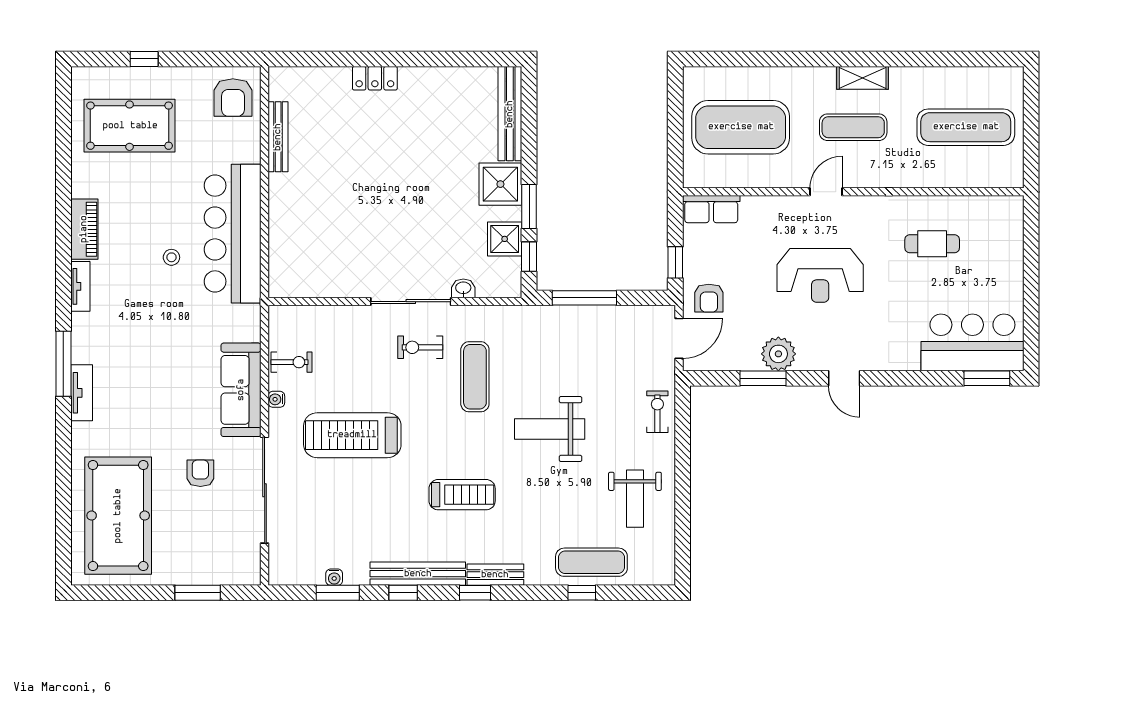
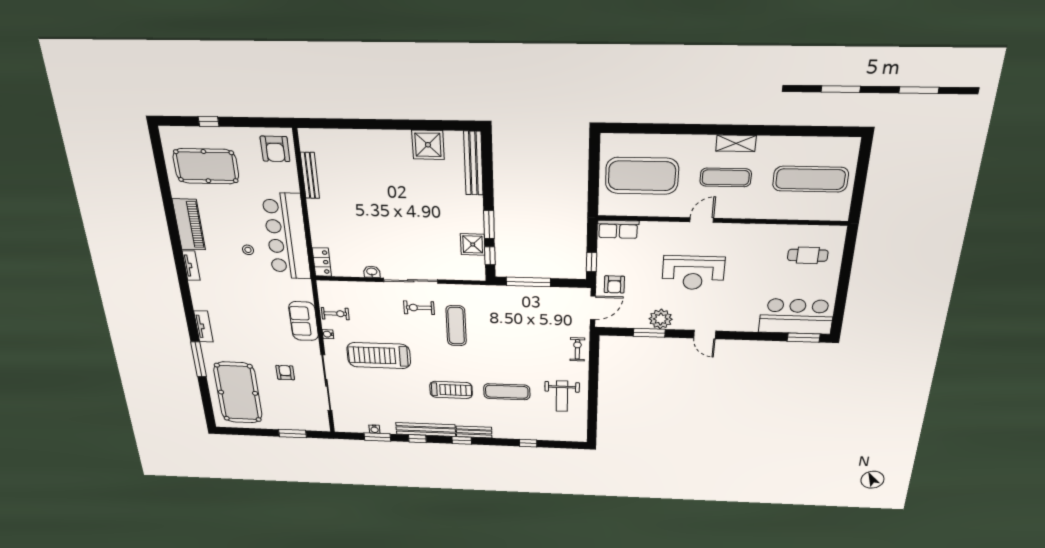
locker: (375, 78) -> (322, 262), moved, turned -90
shower: (500, 184) -> (428, 145), moved
piano: (84, 229) -> (189, 225), width x1.37, depth x1.33
cafe table: (932, 244) -> (808, 255), moved
washbasin: (463, 288) -> (372, 272), moved
window: (63, 364) -> (198, 359), moved
sofa: (241, 390) -> (304, 321), width x0.73
weight bench: (550, 429) -> (506, 357), removed
exercise mat: (591, 562) -> (507, 392), moved

